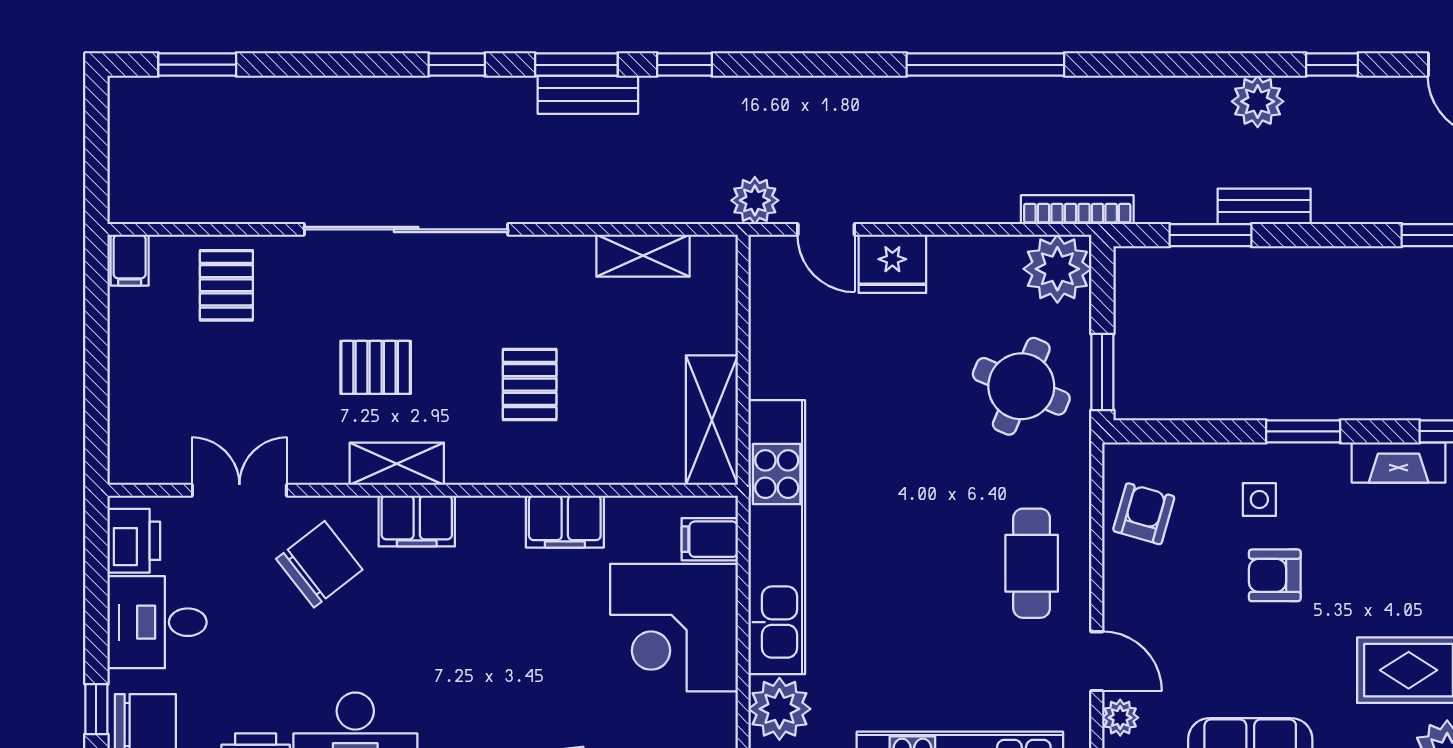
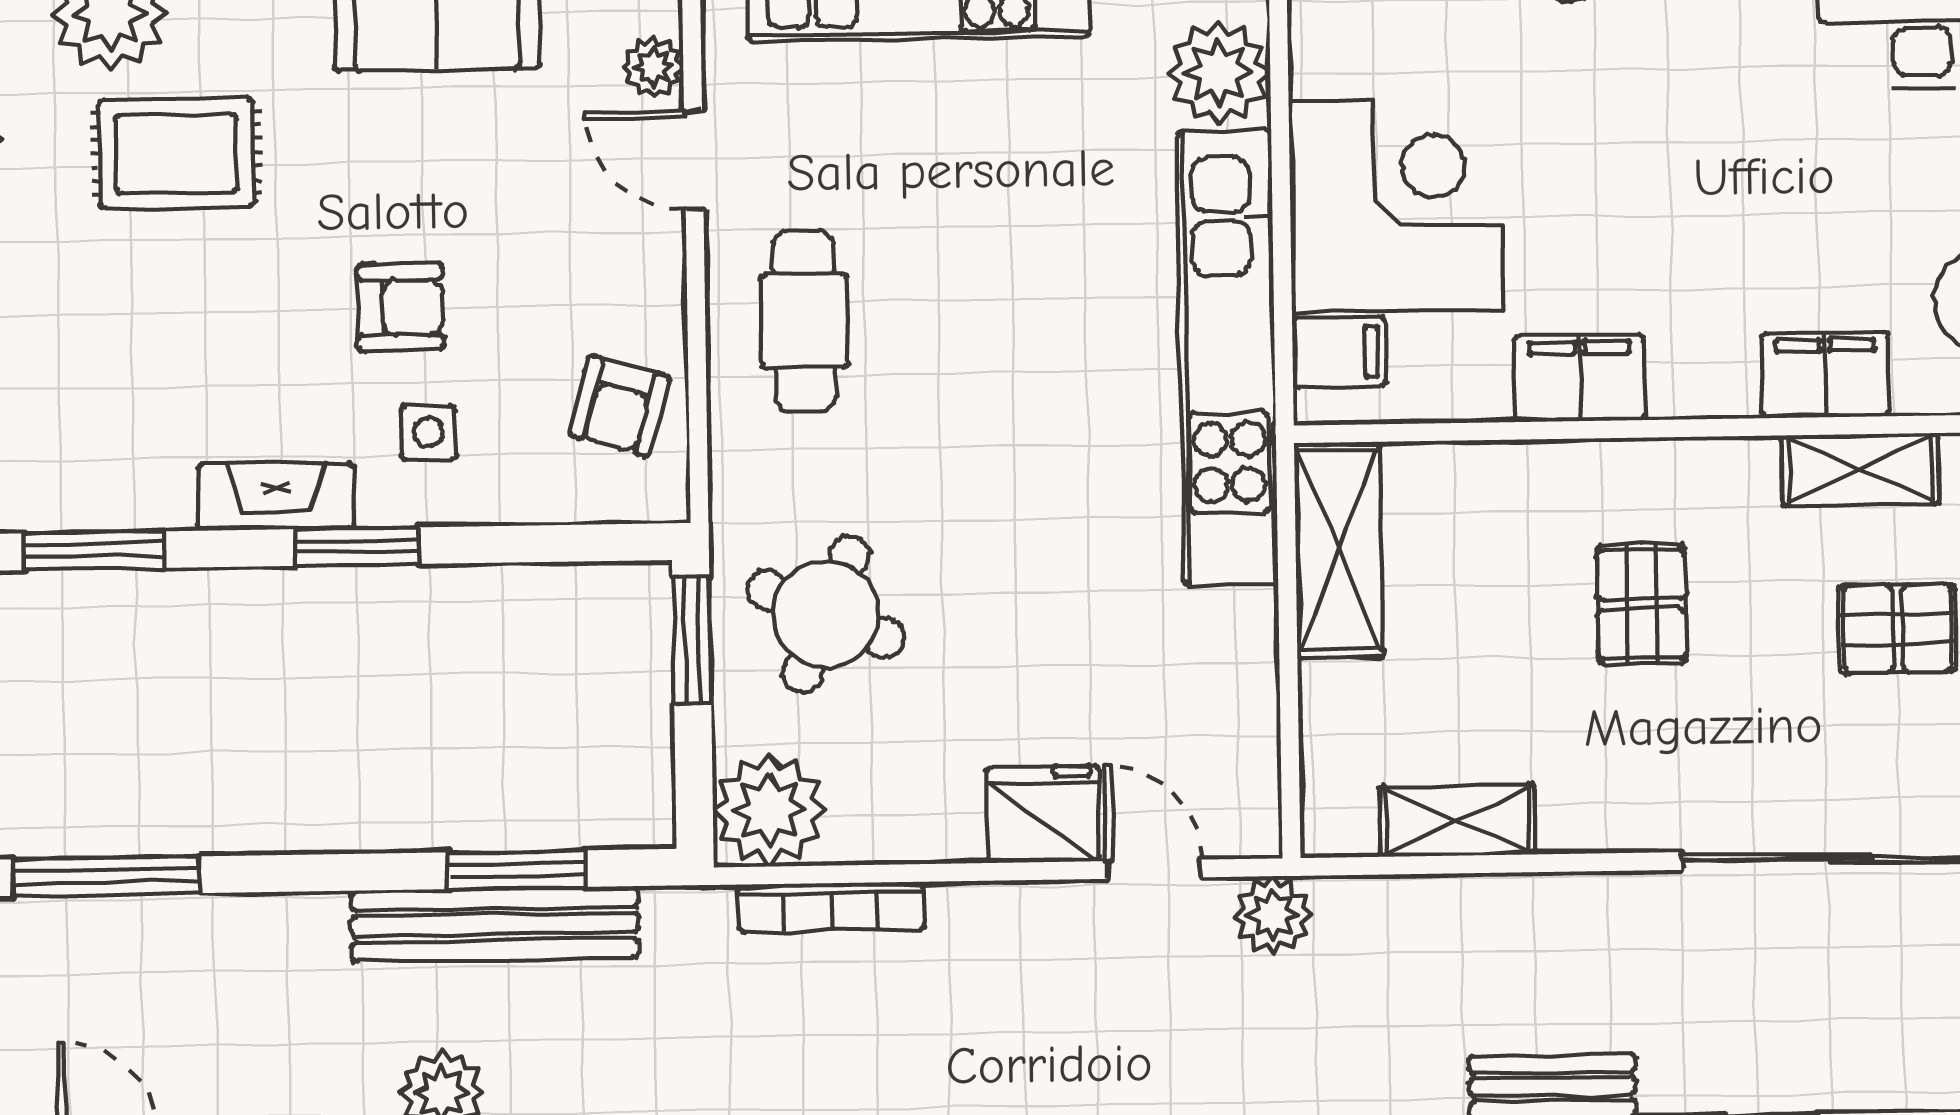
bench: (1264, 206) -> (495, 924), width x1.86, depth x1.21
bookcase: (1077, 210) -> (831, 907), moved
fireplace: (1399, 462) -> (276, 496), moved

